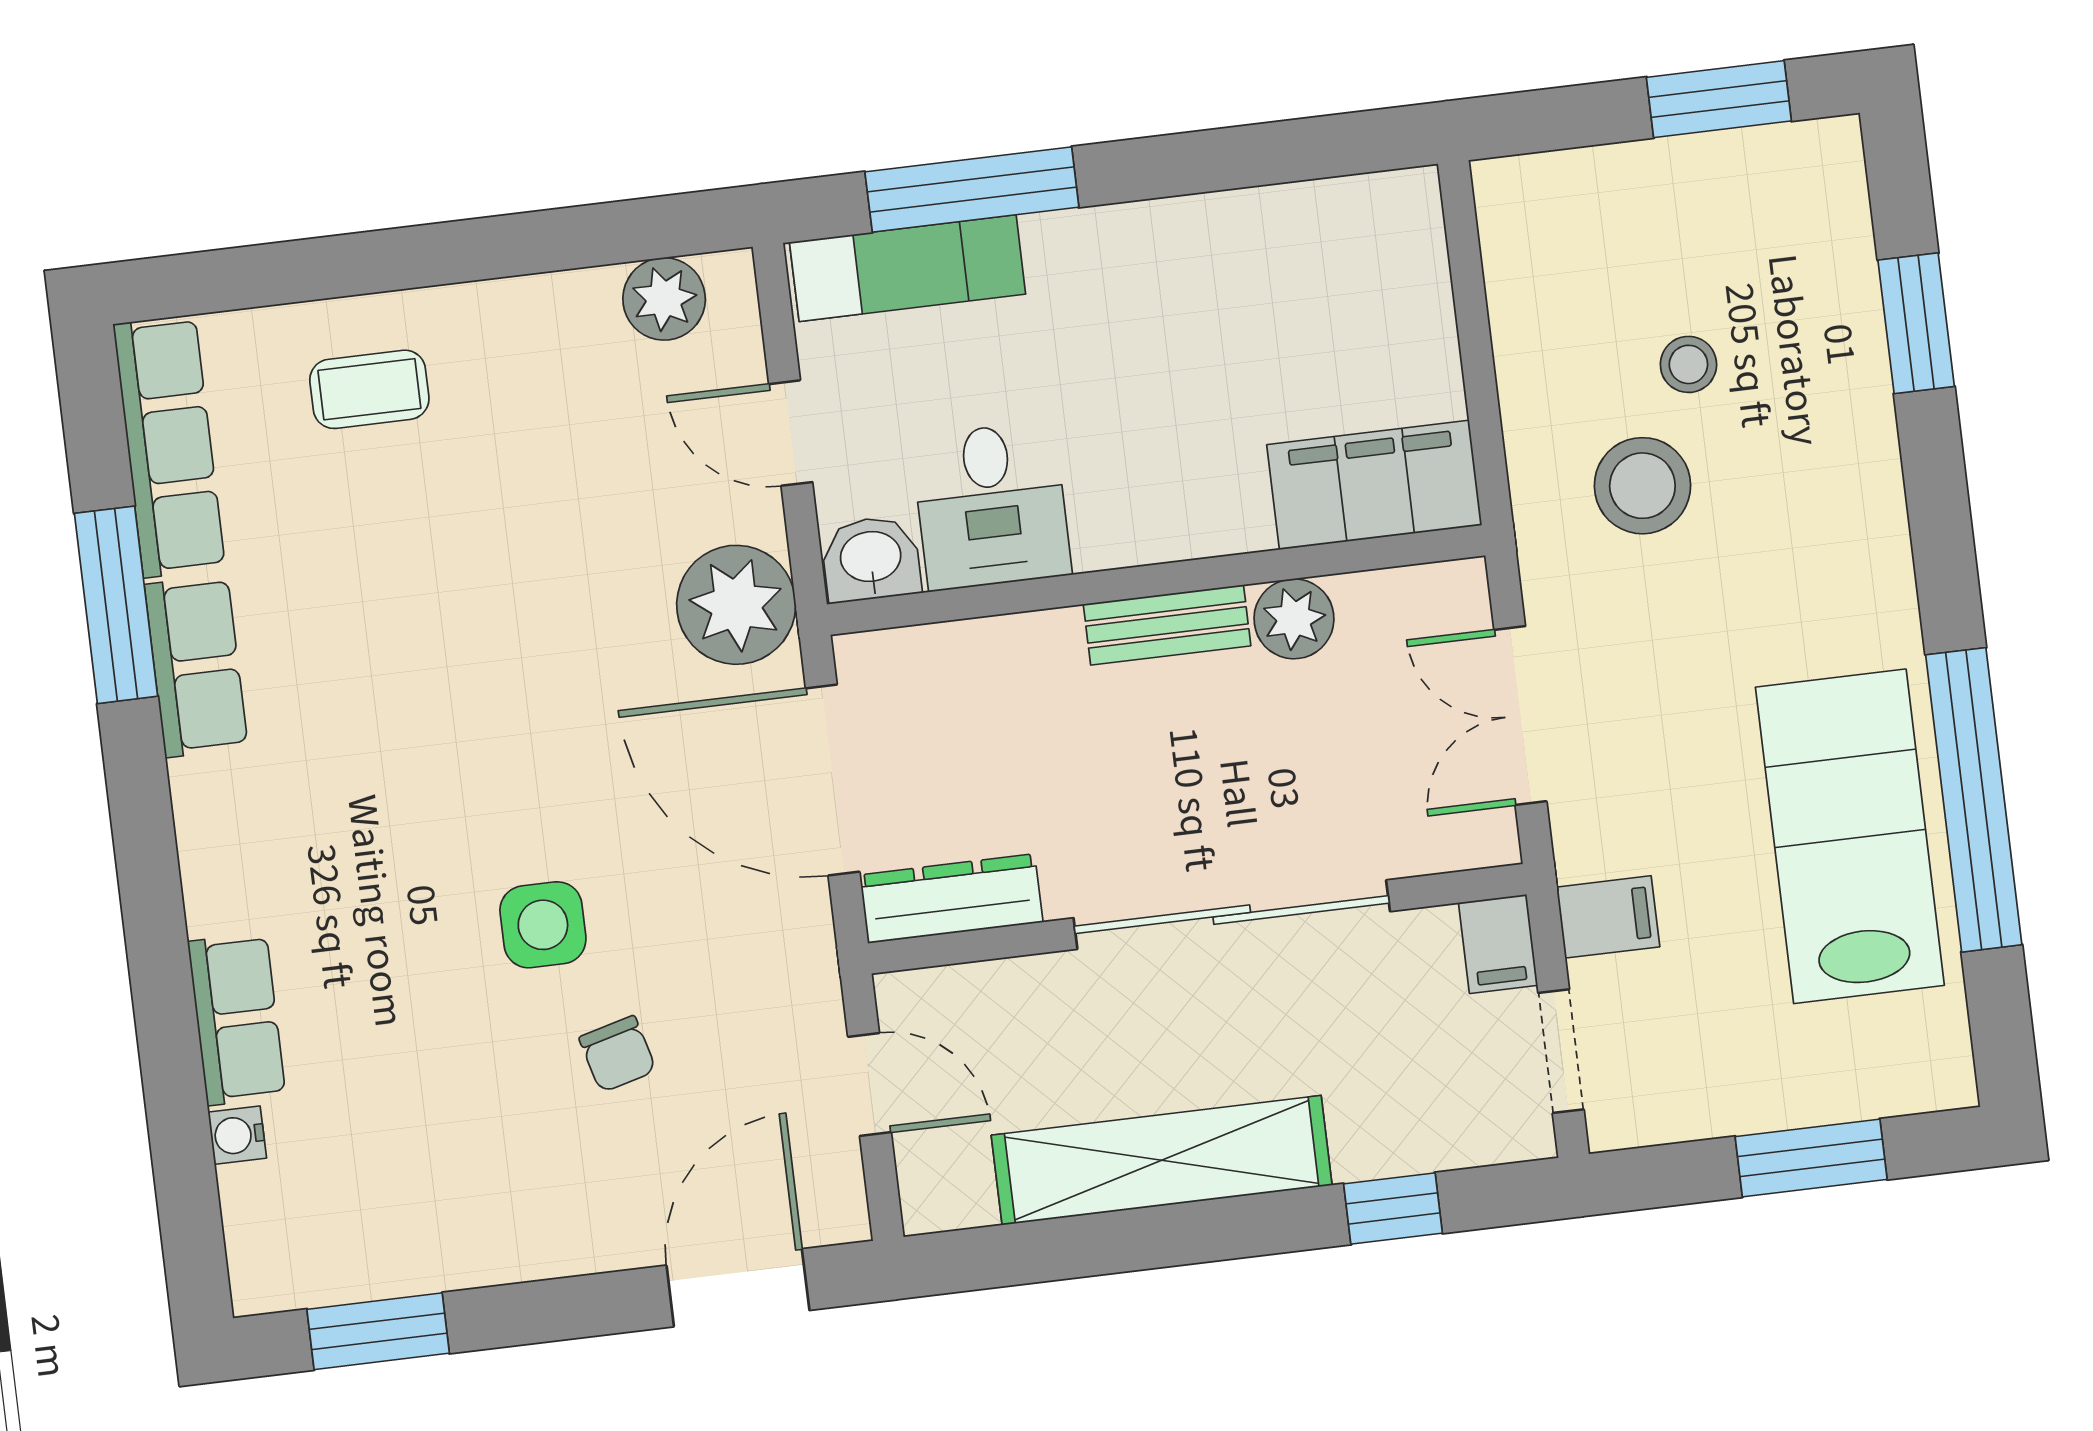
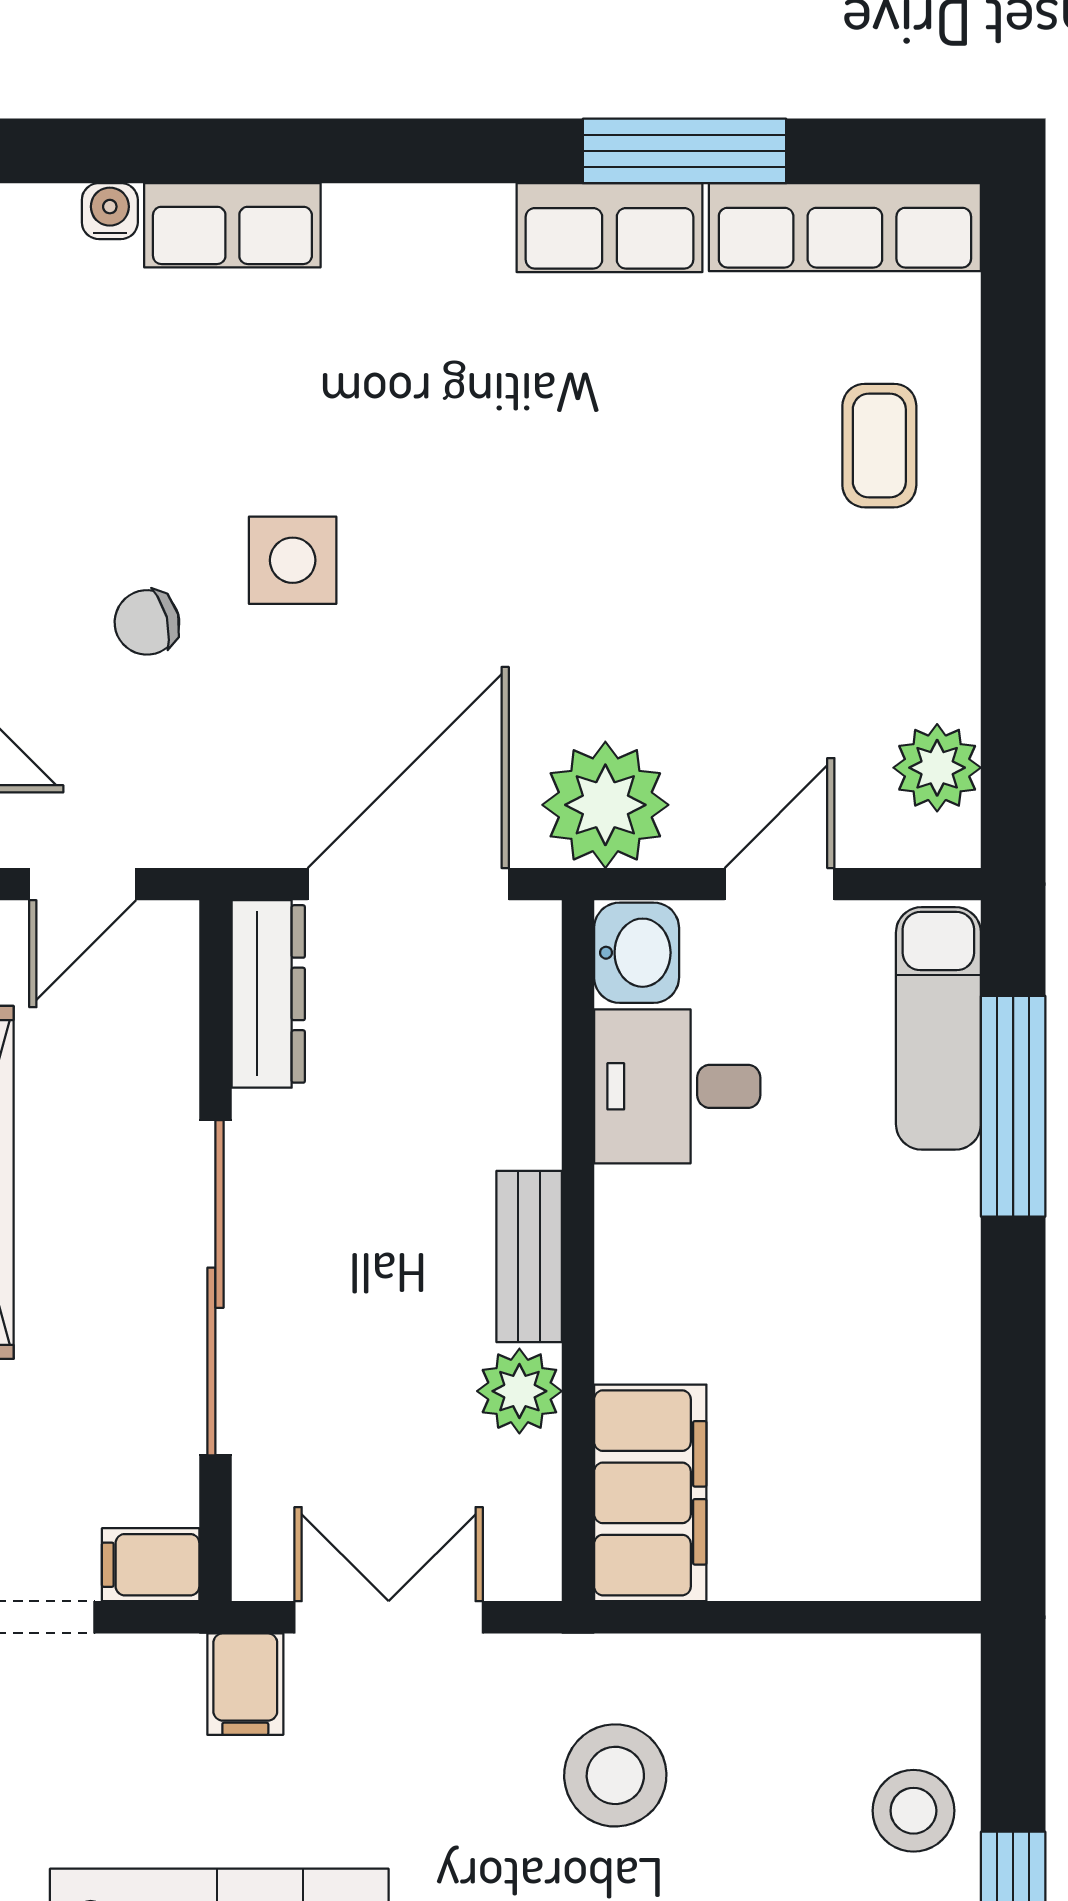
stool: (1688, 364) -> (913, 1811), moved, width x1.37, depth x1.37
filing cabinet: (1608, 917) -> (245, 1684), moved

